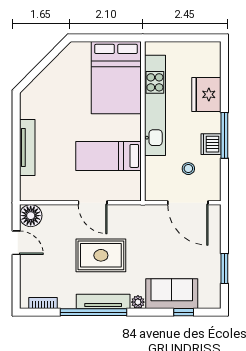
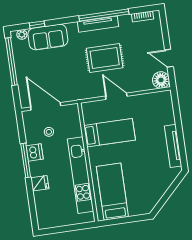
bed: (116, 78) -> (112, 192), width x0.67
fridge: (206, 94) -> (40, 183), width x0.53, depth x0.75
tv unit: (27, 148) -> (173, 146), moved
window: (224, 269) -> (11, 61), width x2.11
plant: (138, 302) -> (22, 34), moved

